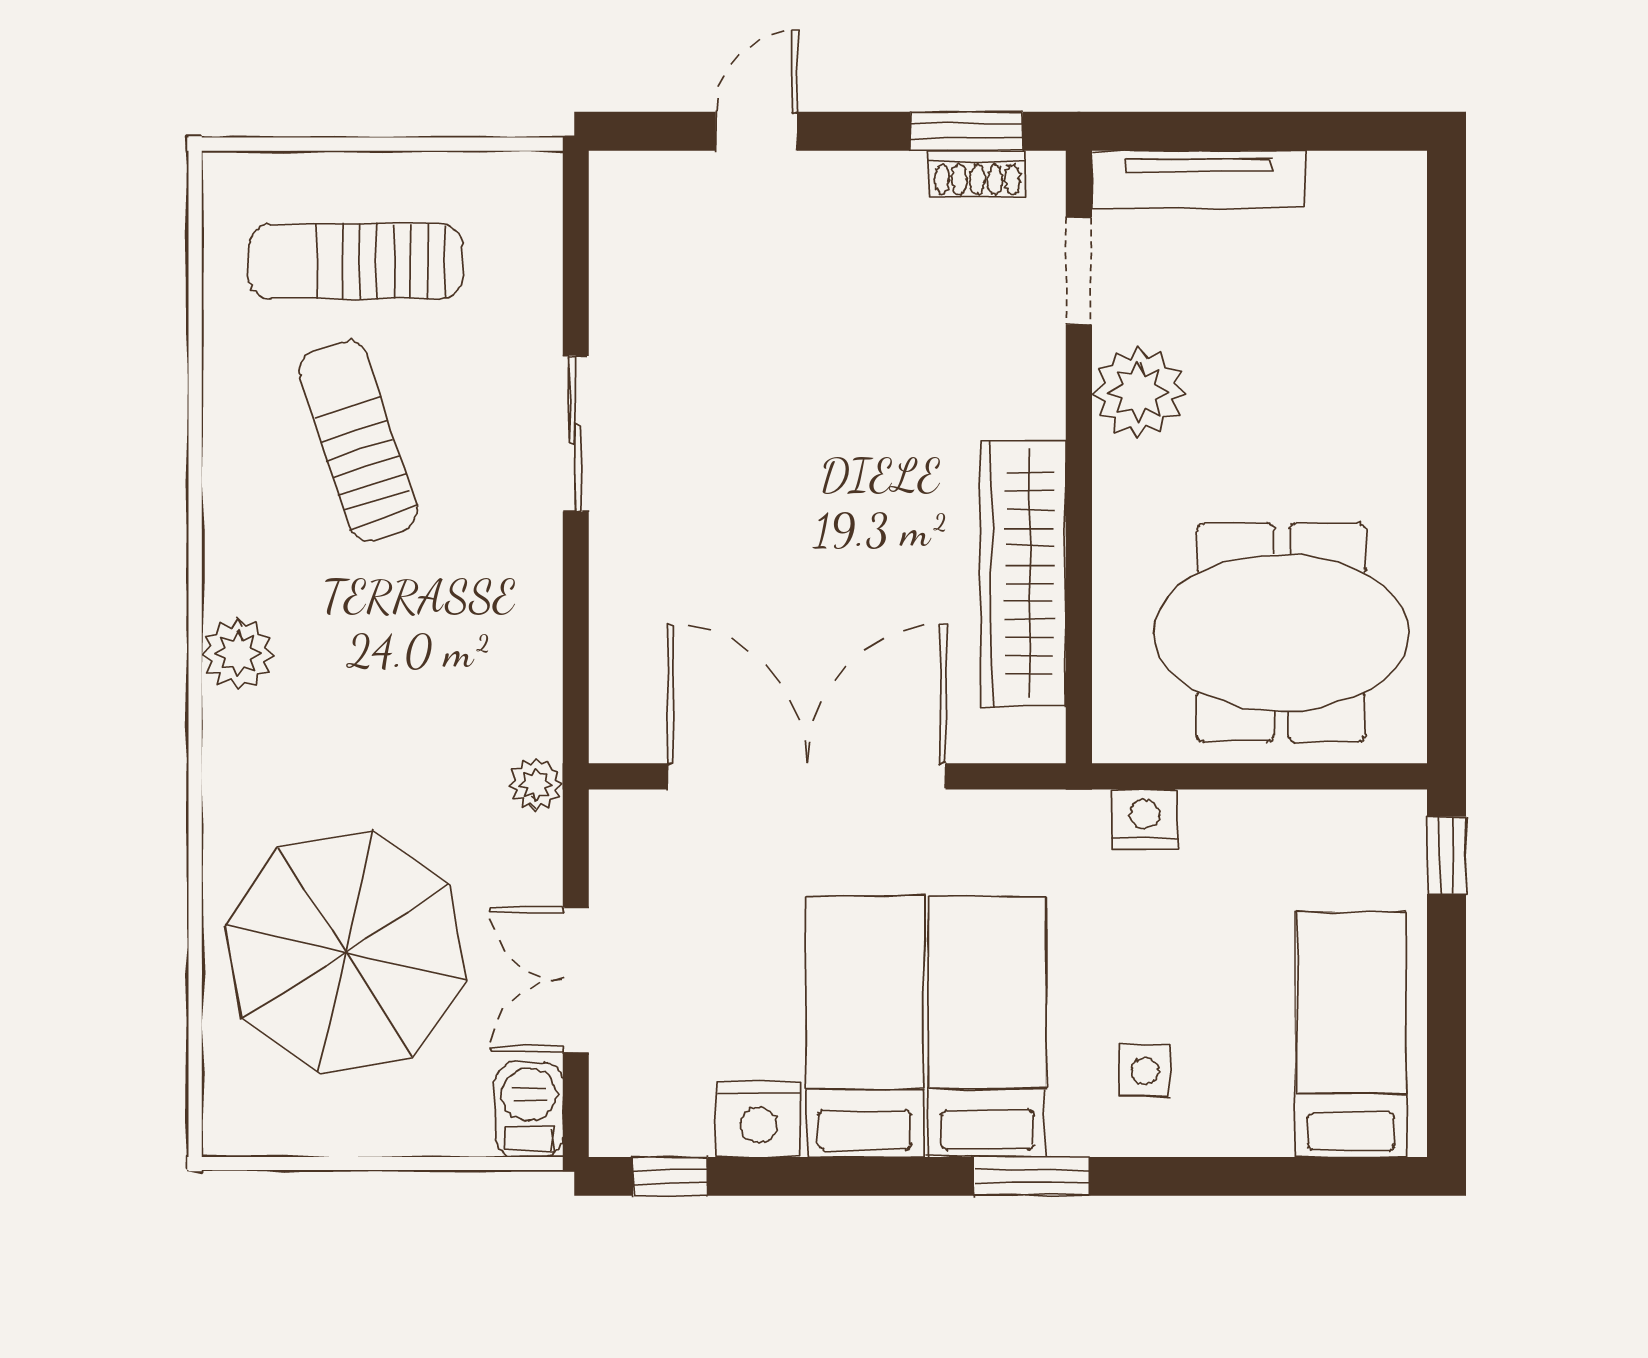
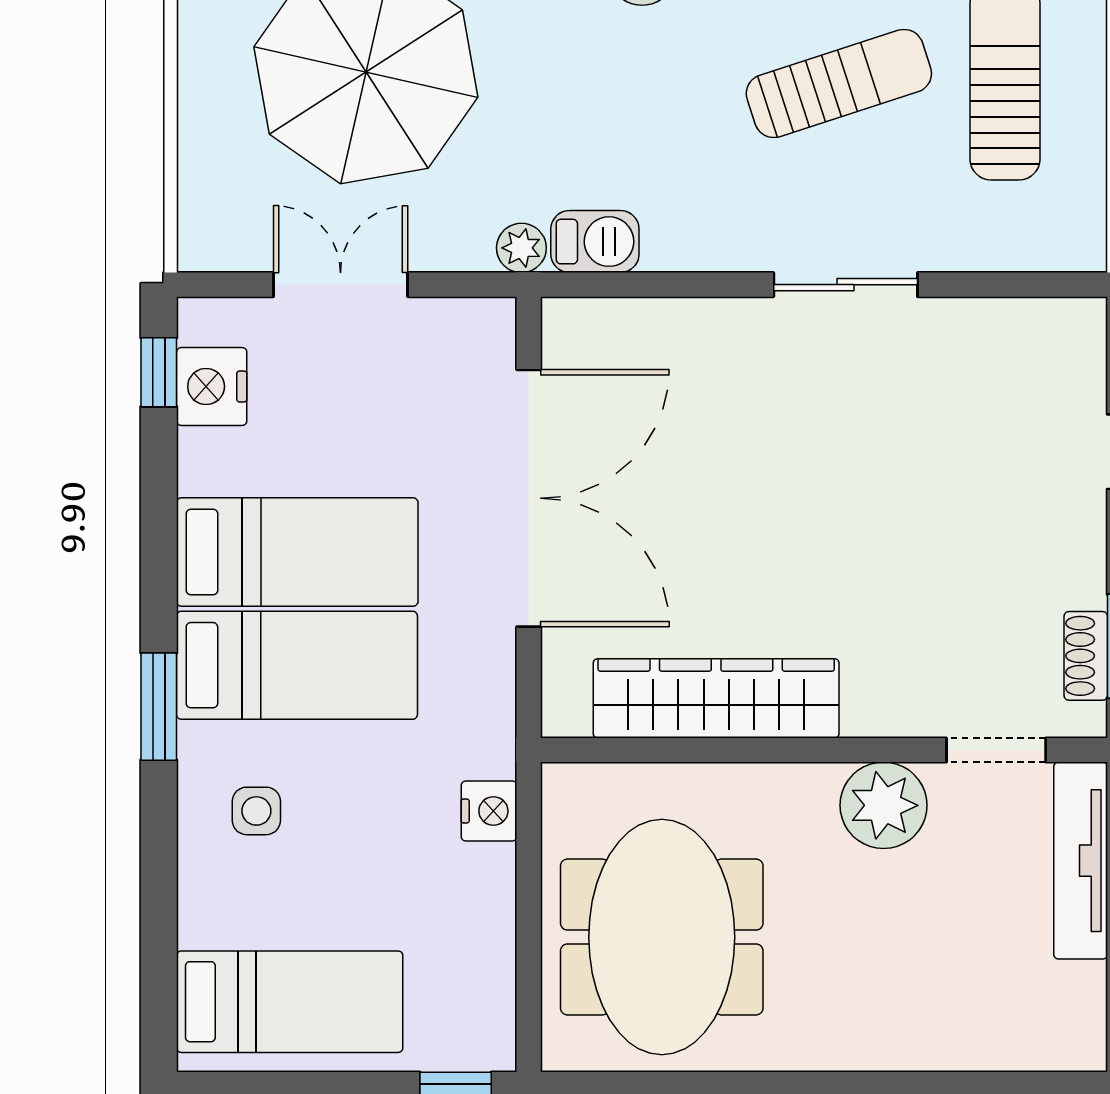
barbecue: (529, 1109) -> (595, 242), moved
nightstand: (759, 1119) -> (212, 386), moved

